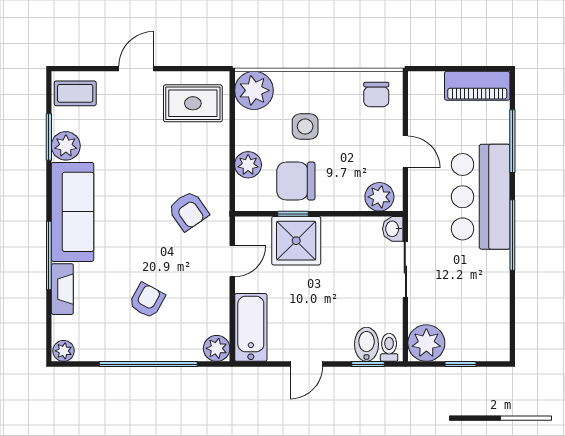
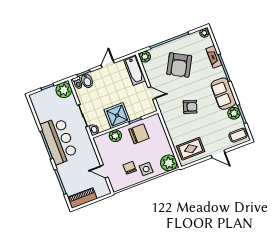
door: (136, 69) -> (218, 154), hinge flipped
chair: (376, 94) -> (130, 168), moved
side table: (305, 126) -> (146, 169), moved
door: (405, 152) -> (104, 172), moved
plant: (248, 165) -> (160, 133), removed
plant: (379, 197) -> (115, 136), moved
bar counter: (481, 197) -> (59, 141), moved
armchair: (188, 211) -> (190, 107), moved, turned 143
sofa: (73, 212) -> (223, 94), width x0.73
shower: (296, 241) -> (117, 115), moved
door: (232, 261) -> (152, 93), swing flipped
armchair: (147, 300) -> (179, 65), width x1.88, depth x1.88

